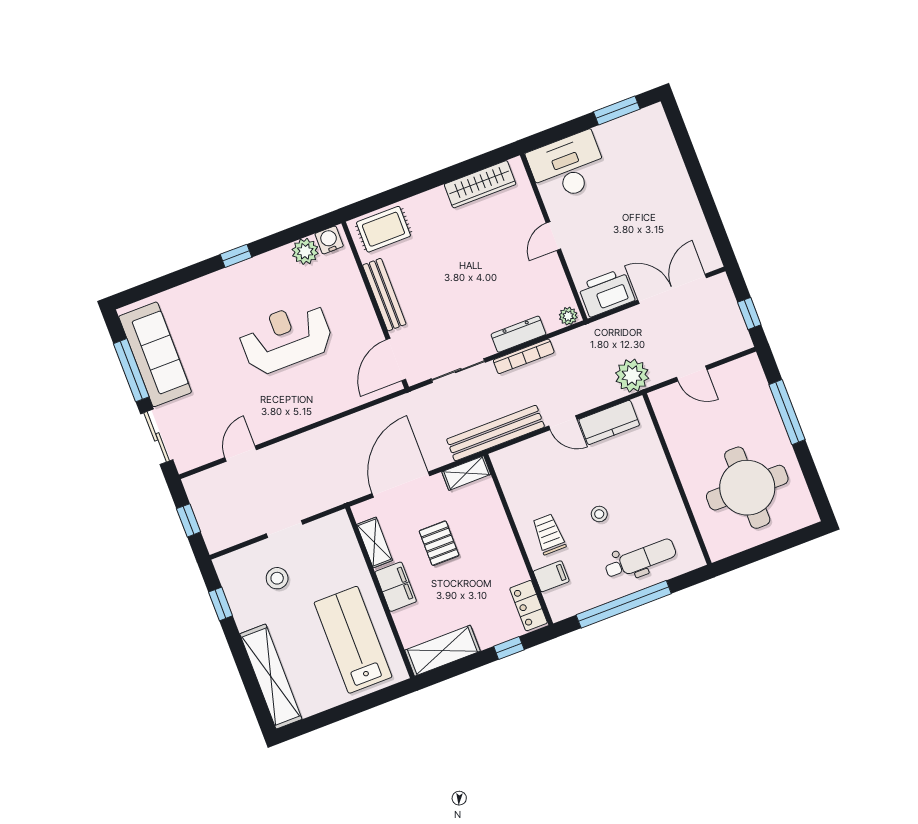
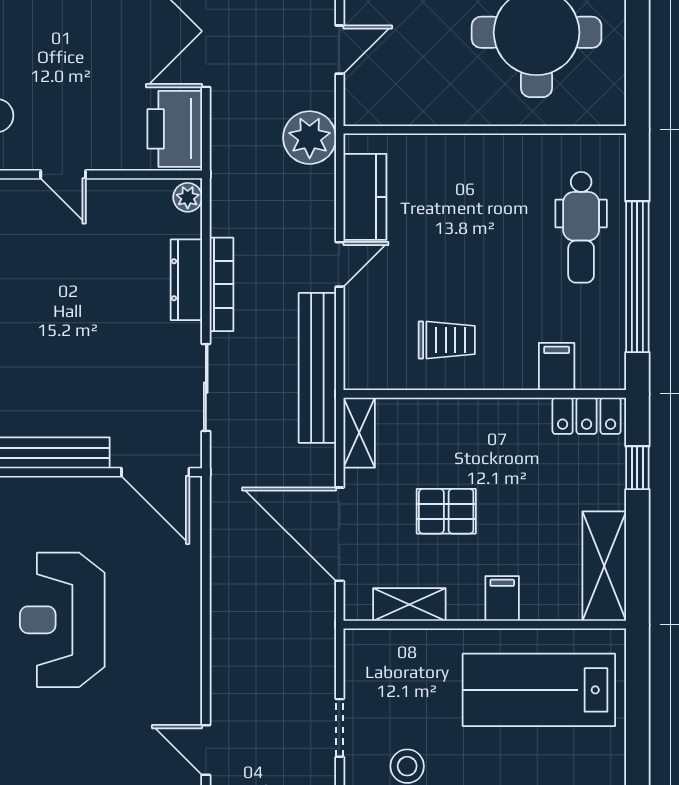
stool: (599, 514) -> (493, 262), removed
trolley: (549, 534) -> (447, 340), moved, turned 180
dental chair: (640, 559) -> (581, 227), turned 180
filing cabinet: (396, 587) -> (502, 598), width x0.50

